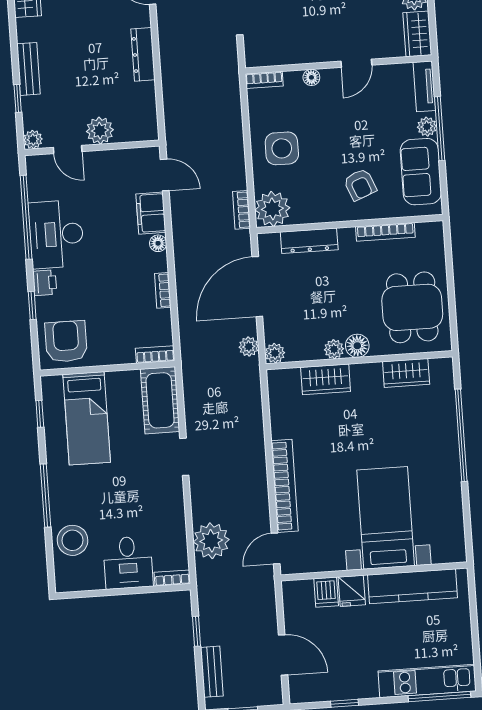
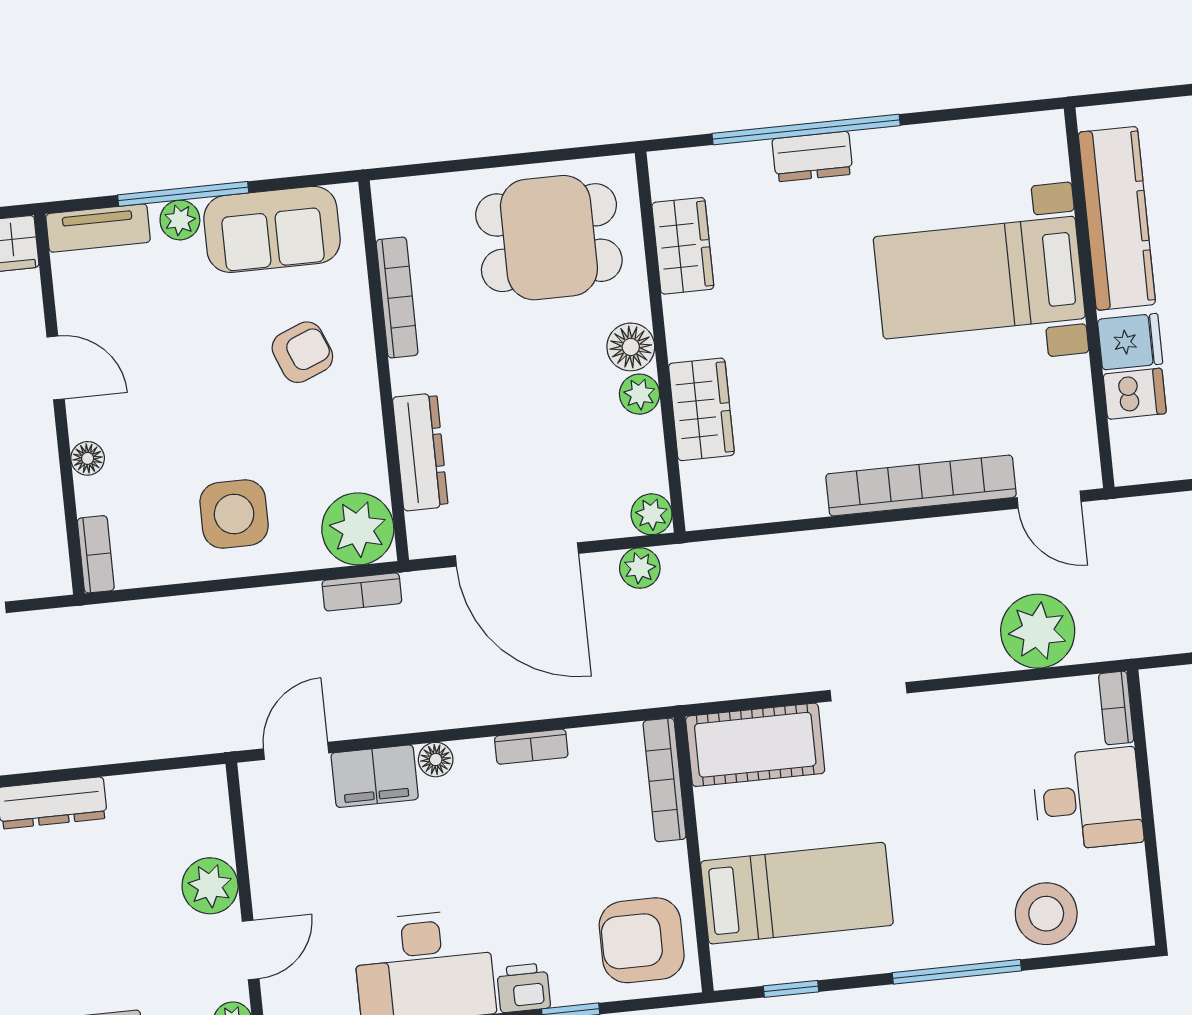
bookcase: (155, 355) -> (665, 780), width x1.56
dresser: (448, 438) -> (812, 156), added

